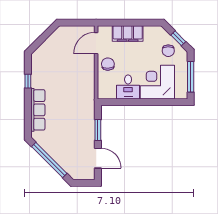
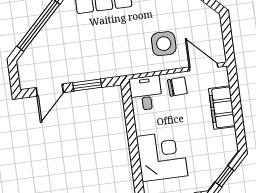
chair: (168, 51) -> (206, 165), removed
side table: (75, 70) -> (164, 44), added
desk: (128, 87) -> (146, 93), moved, turned 90

